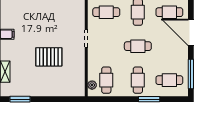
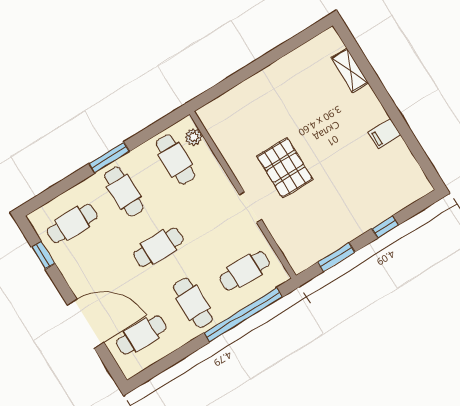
pallet: (49, 57) -> (285, 168), moved, turned 90
window: (191, 74) -> (43, 255), width x0.46
window: (20, 99) -> (298, 41), removed
window: (149, 99) -> (109, 157), moved

